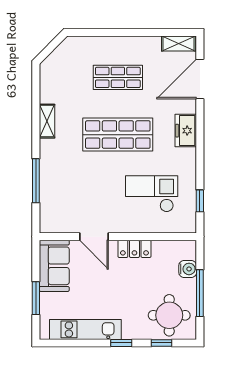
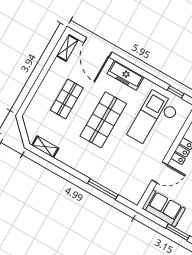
shelving: (47, 121) -> (45, 147), moved
freezer: (186, 131) -> (125, 75), width x1.40
checkout: (152, 194) -> (153, 120), width x1.36, depth x1.21

